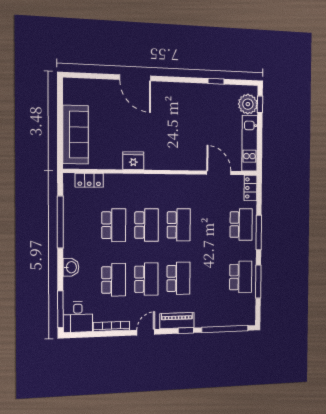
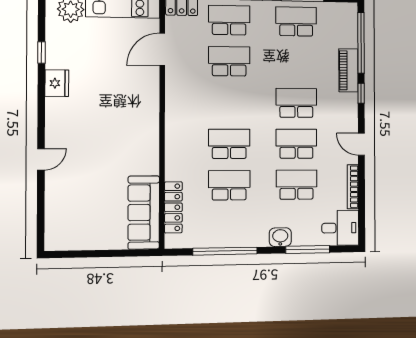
door: (135, 78) -> (41, 159), width x0.53
sofa: (76, 135) -> (144, 212), moved, turned -90
fridge: (133, 161) -> (57, 83), moved, turned 180
locker: (89, 180) -> (173, 207), width x1.53
school desk: (179, 225) -> (229, 61), moved
window: (60, 309) -> (308, 250), moved
piano: (177, 321) -> (348, 70), moved

